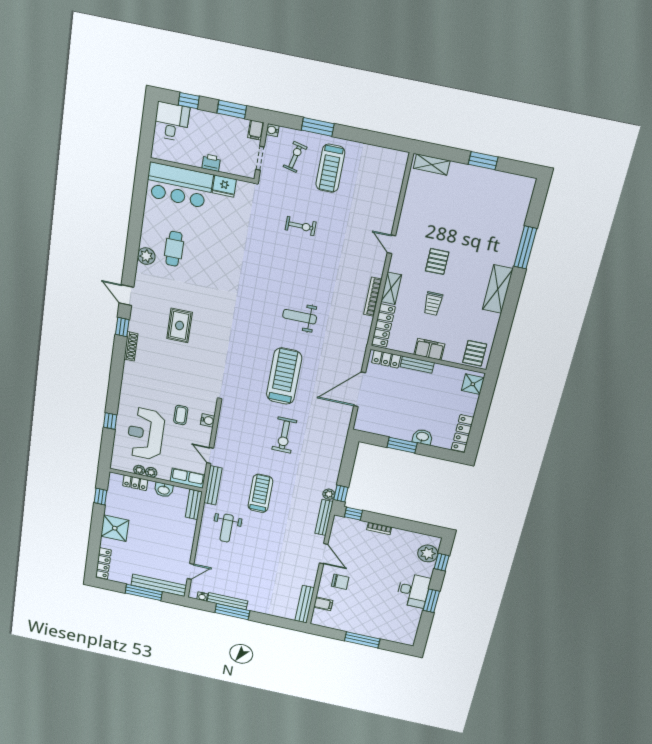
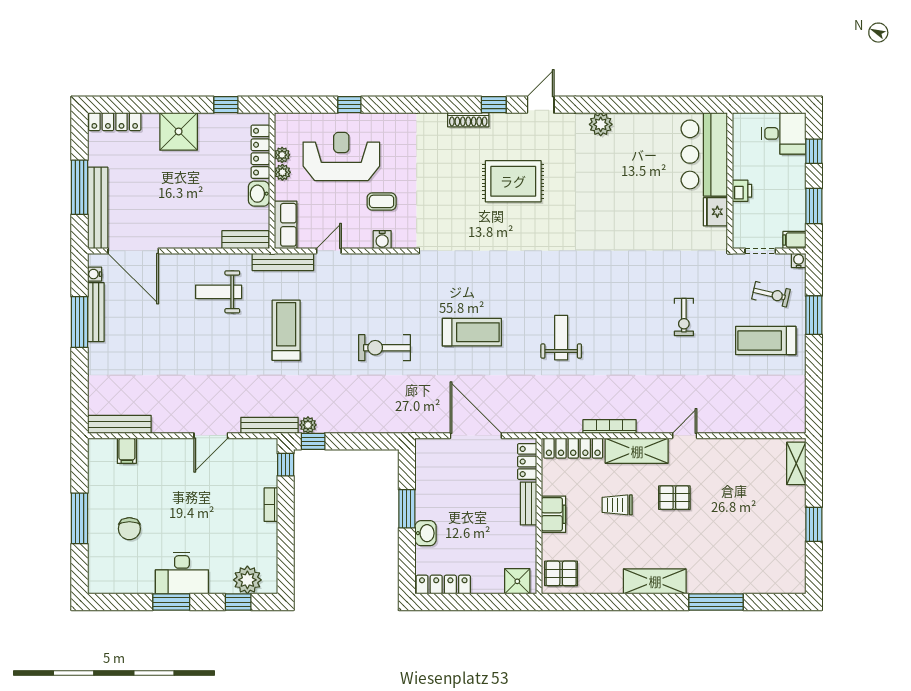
cafe table: (174, 249) -> (619, 159), removed
shelving: (391, 288) -> (637, 451), width x1.50, depth x1.33
rug: (179, 325) -> (513, 181), width x1.36, depth x1.43
treadmill: (284, 376) -> (472, 332), width x0.73, depth x0.73
locker: (135, 483) -> (260, 152), width x1.53
treadmill: (260, 493) -> (286, 330), turned -90
door: (191, 571) -> (133, 251), width x1.87
chair: (340, 582) -> (129, 529), moved

